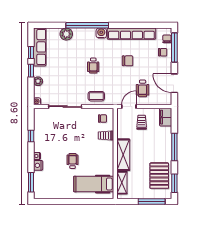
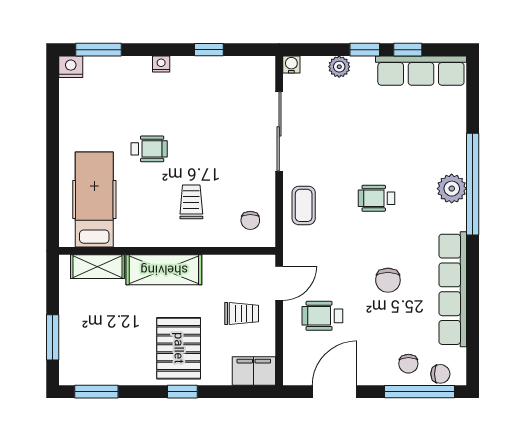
water cooler: (101, 33) -> (454, 217), removed
plant: (66, 34) -> (452, 189), moved
door: (129, 107) -> (279, 283), hinge flipped
trolley: (105, 135) -> (191, 202), moved
window: (174, 147) -> (182, 392), width x0.46
nightstand: (38, 165) -> (71, 67), moved
pallet: (159, 176) -> (179, 348), moved, turned 90
window: (152, 201) -> (53, 337), width x0.69

